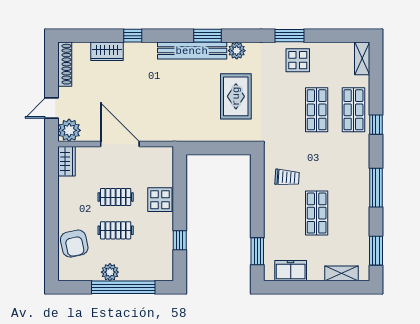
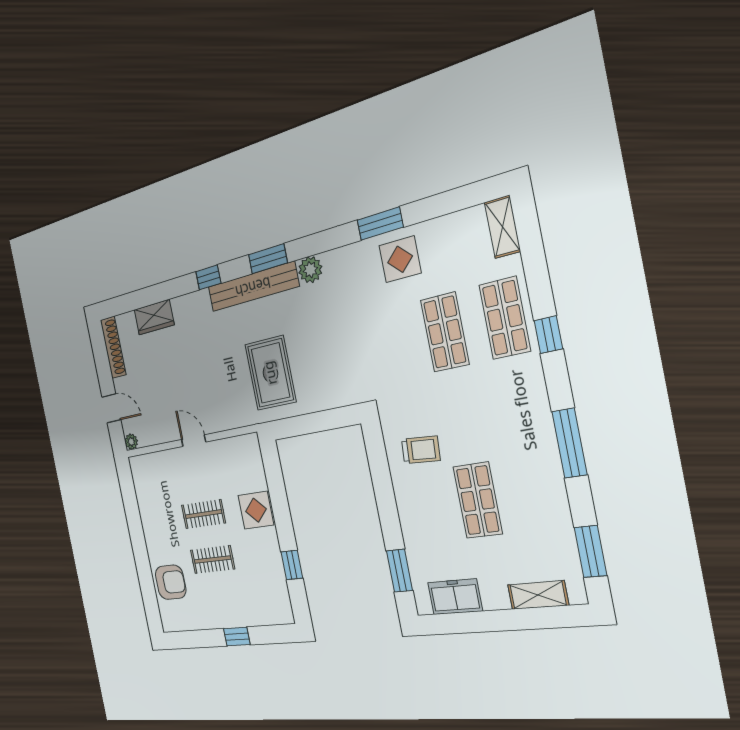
window: (133, 36) -> (208, 277), moved
rug: (236, 96) -> (270, 373), moved
door: (52, 108) -> (111, 408), swing flipped
plant: (69, 130) -> (131, 442), width x0.53, depth x0.53
door: (120, 144) -> (194, 441), width x0.53
wardrobe: (66, 161) -> (141, 475), removed
armchair: (74, 244) -> (171, 582), turned -78
plant: (110, 272) -> (217, 617), removed
window: (123, 287) -> (237, 637), width x0.32

